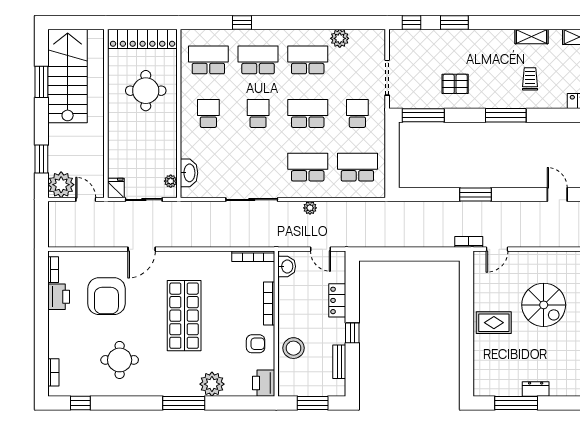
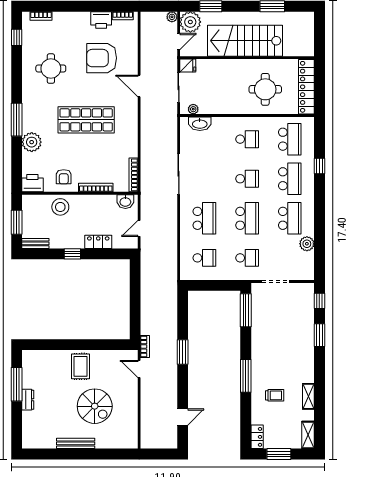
stairs: (68, 76) -> (245, 41), moved, turned 180
pallet: (455, 84) -> (271, 336), removed
school desk: (357, 167) -> (204, 258), width x0.54
plant: (310, 208) -> (172, 17), moved
spiral stairs: (544, 305) -> (95, 406), turned -90
bench: (339, 362) -> (35, 243), moved

